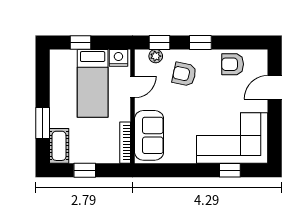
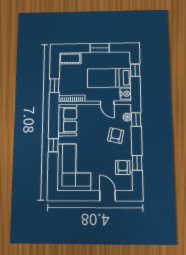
window: (200, 42) -> (137, 163), moved
window: (43, 123) -> (100, 48), moved
sofa: (149, 135) -> (67, 120), moved, turned -90
window: (85, 170) -> (54, 86), moved
window: (230, 170) -> (53, 145), moved

